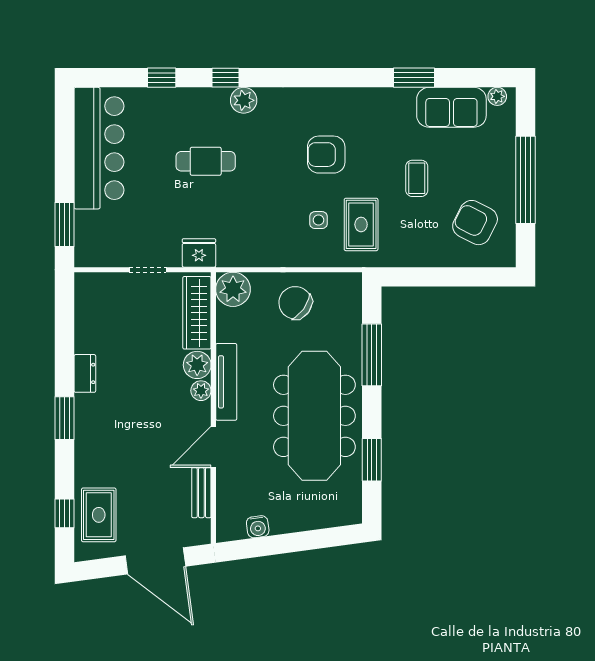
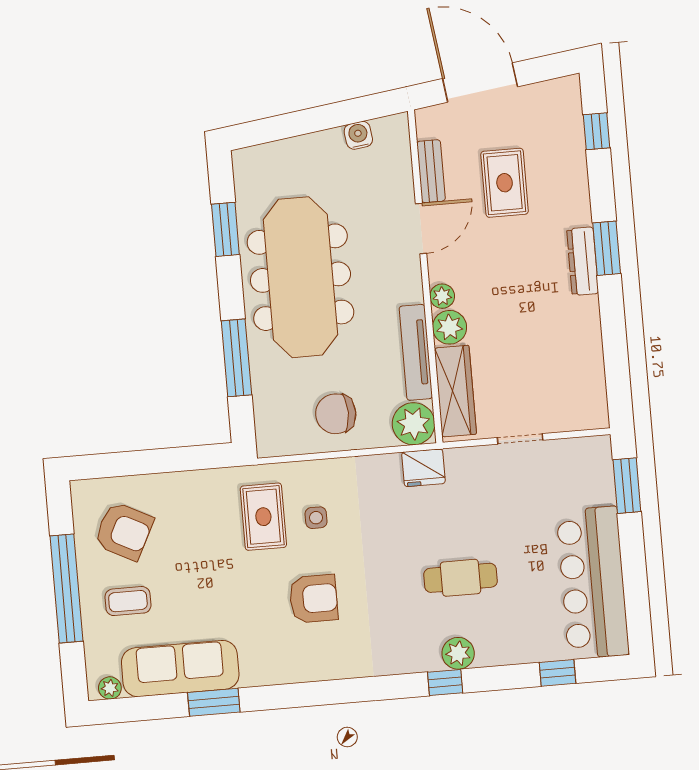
window: (162, 78) -> (558, 673), moved
plant: (244, 100) -> (458, 653), moved
sofa: (451, 107) -> (180, 669), width x1.36
coffee table: (417, 178) -> (128, 601), moved, turned 90
fridge: (199, 253) -> (423, 468), moved
chair: (295, 303) -> (336, 414), turned 145
dresser: (85, 373) -> (583, 261), moved, width x1.44
tv unit: (226, 382) -> (416, 352), moved
rug: (99, 515) -> (505, 183), moved

